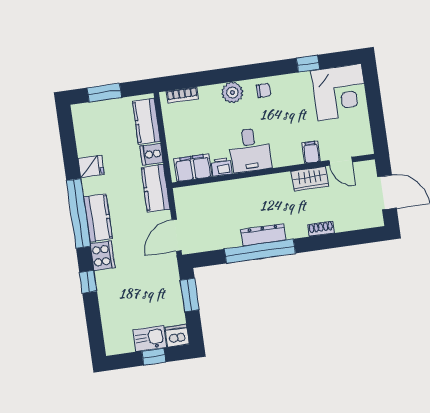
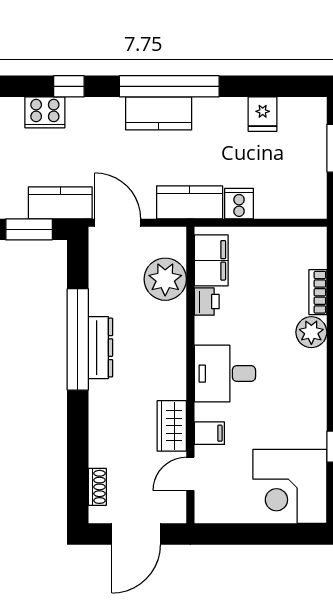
chair: (264, 90) -> (308, 378), removed
bookcase: (182, 95) -> (318, 292), moved
kitchen counter: (146, 121) -> (60, 203), moved
desk: (250, 150) -> (225, 374), moved
fridge: (91, 166) -> (263, 114), moved
plant: (210, 197) -> (165, 279), added
shoe rack: (321, 229) -> (97, 487), moved
cooker: (103, 256) -> (45, 112), moved

